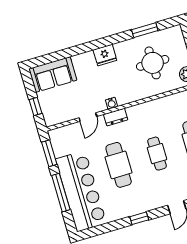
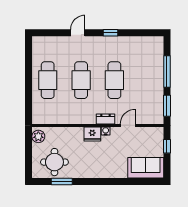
fridge: (105, 55) -> (92, 134), moved, turned 180
round table: (153, 63) -> (54, 162), moved
cafe table: (157, 154) -> (81, 80), width x1.37, depth x1.35
bar counter: (81, 191) -> (151, 68), removed

